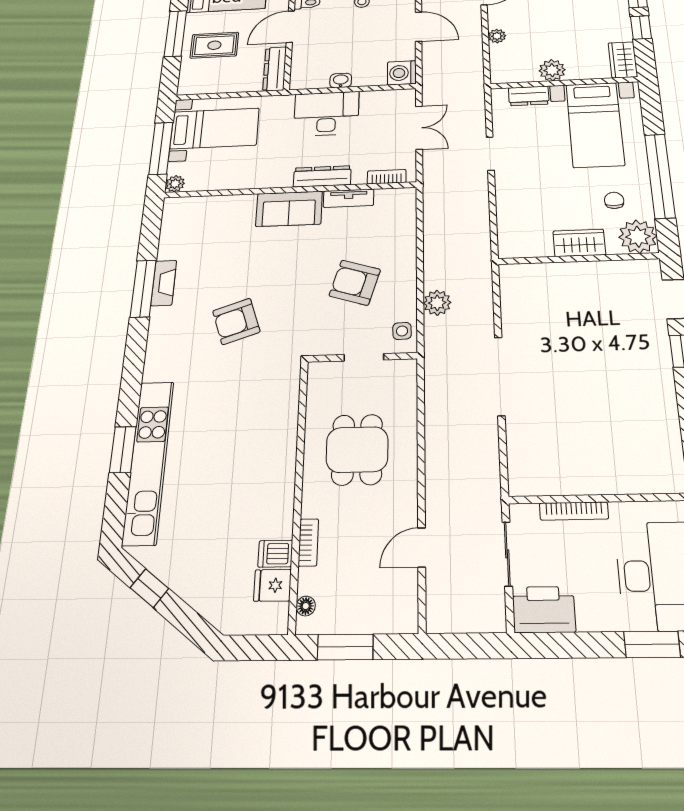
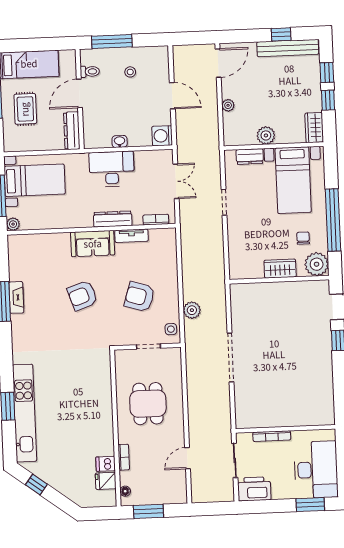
rug: (214, 45) -> (25, 109), turned 90
armchair: (236, 321) -> (82, 295), moved

